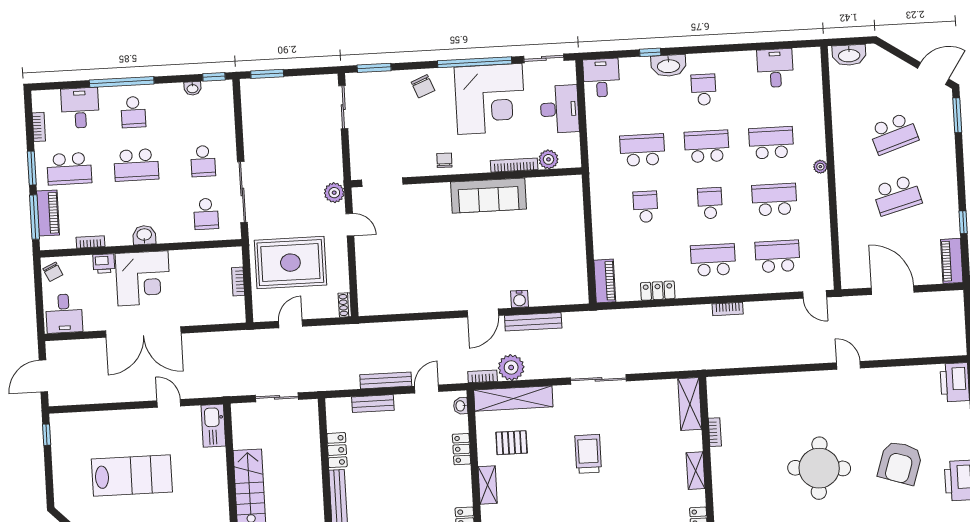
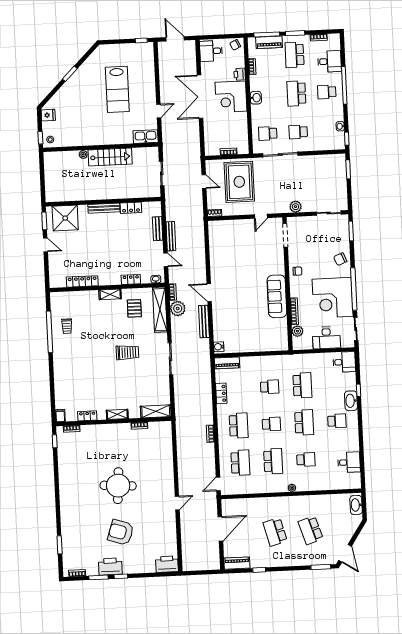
school desk: (771, 143) -> (306, 460), width x0.54
plant: (334, 193) -> (296, 207), moved
water cooler: (519, 299) -> (219, 347), moved

